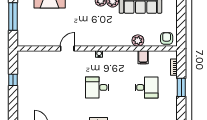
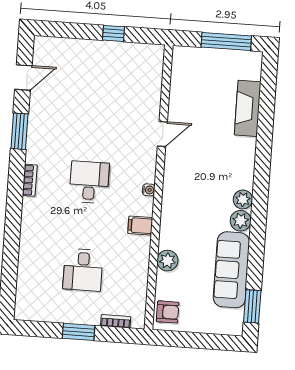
door: (67, 48) -> (162, 134), hinge flipped
filing cabinet: (143, 57) -> (140, 226), moved

